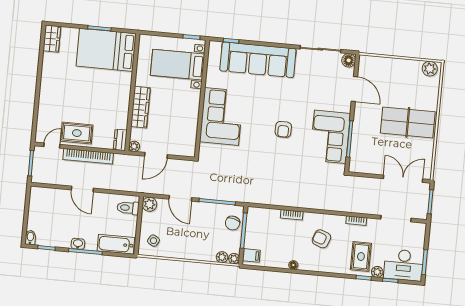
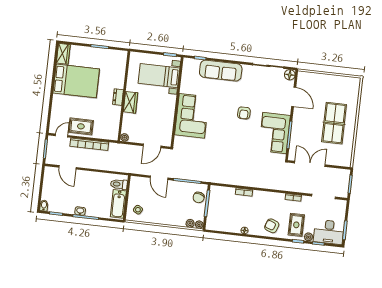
bed: (106, 50) -> (76, 81), moved, turned 180
sofa: (258, 60) -> (221, 71), width x0.74, depth x0.79
plant: (430, 69) -> (352, 82), removed
wardrobe: (140, 107) -> (130, 102), width x0.67
table tennis table: (408, 122) -> (334, 123), turned 90
armchair: (283, 129) -> (244, 113), moved
dresser: (120, 140) -> (118, 97), moved
door: (156, 155) -> (152, 146), moved
double door: (403, 179) -> (310, 164), moved
door: (82, 189) -> (67, 167), moved
plant: (149, 204) -> (135, 182), removed
armchair: (321, 239) -> (272, 226), moved
bathtub: (116, 244) -> (118, 204), moved, turned -90
filing cabinet: (251, 255) -> (212, 222), removed

